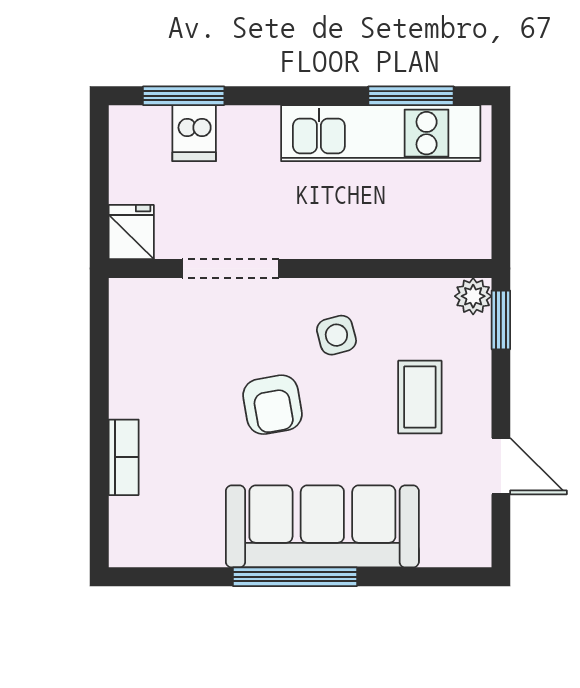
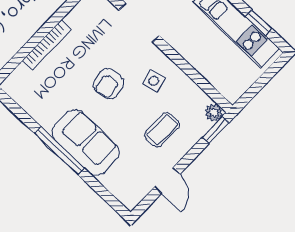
window: (411, 96) -> (259, 23), width x0.67
bookcase: (124, 457) -> (47, 45), width x1.56
sofa: (322, 526) -> (86, 142), width x0.73

